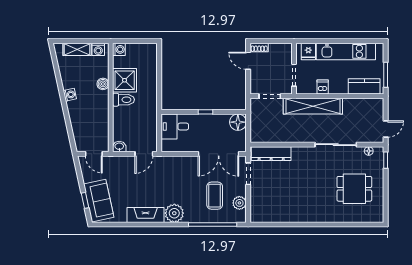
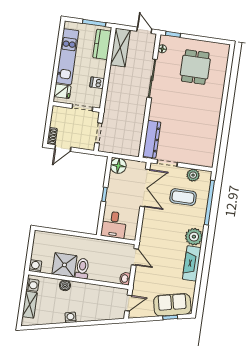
shelving: (313, 106) -> (120, 48), moved, width x0.68

